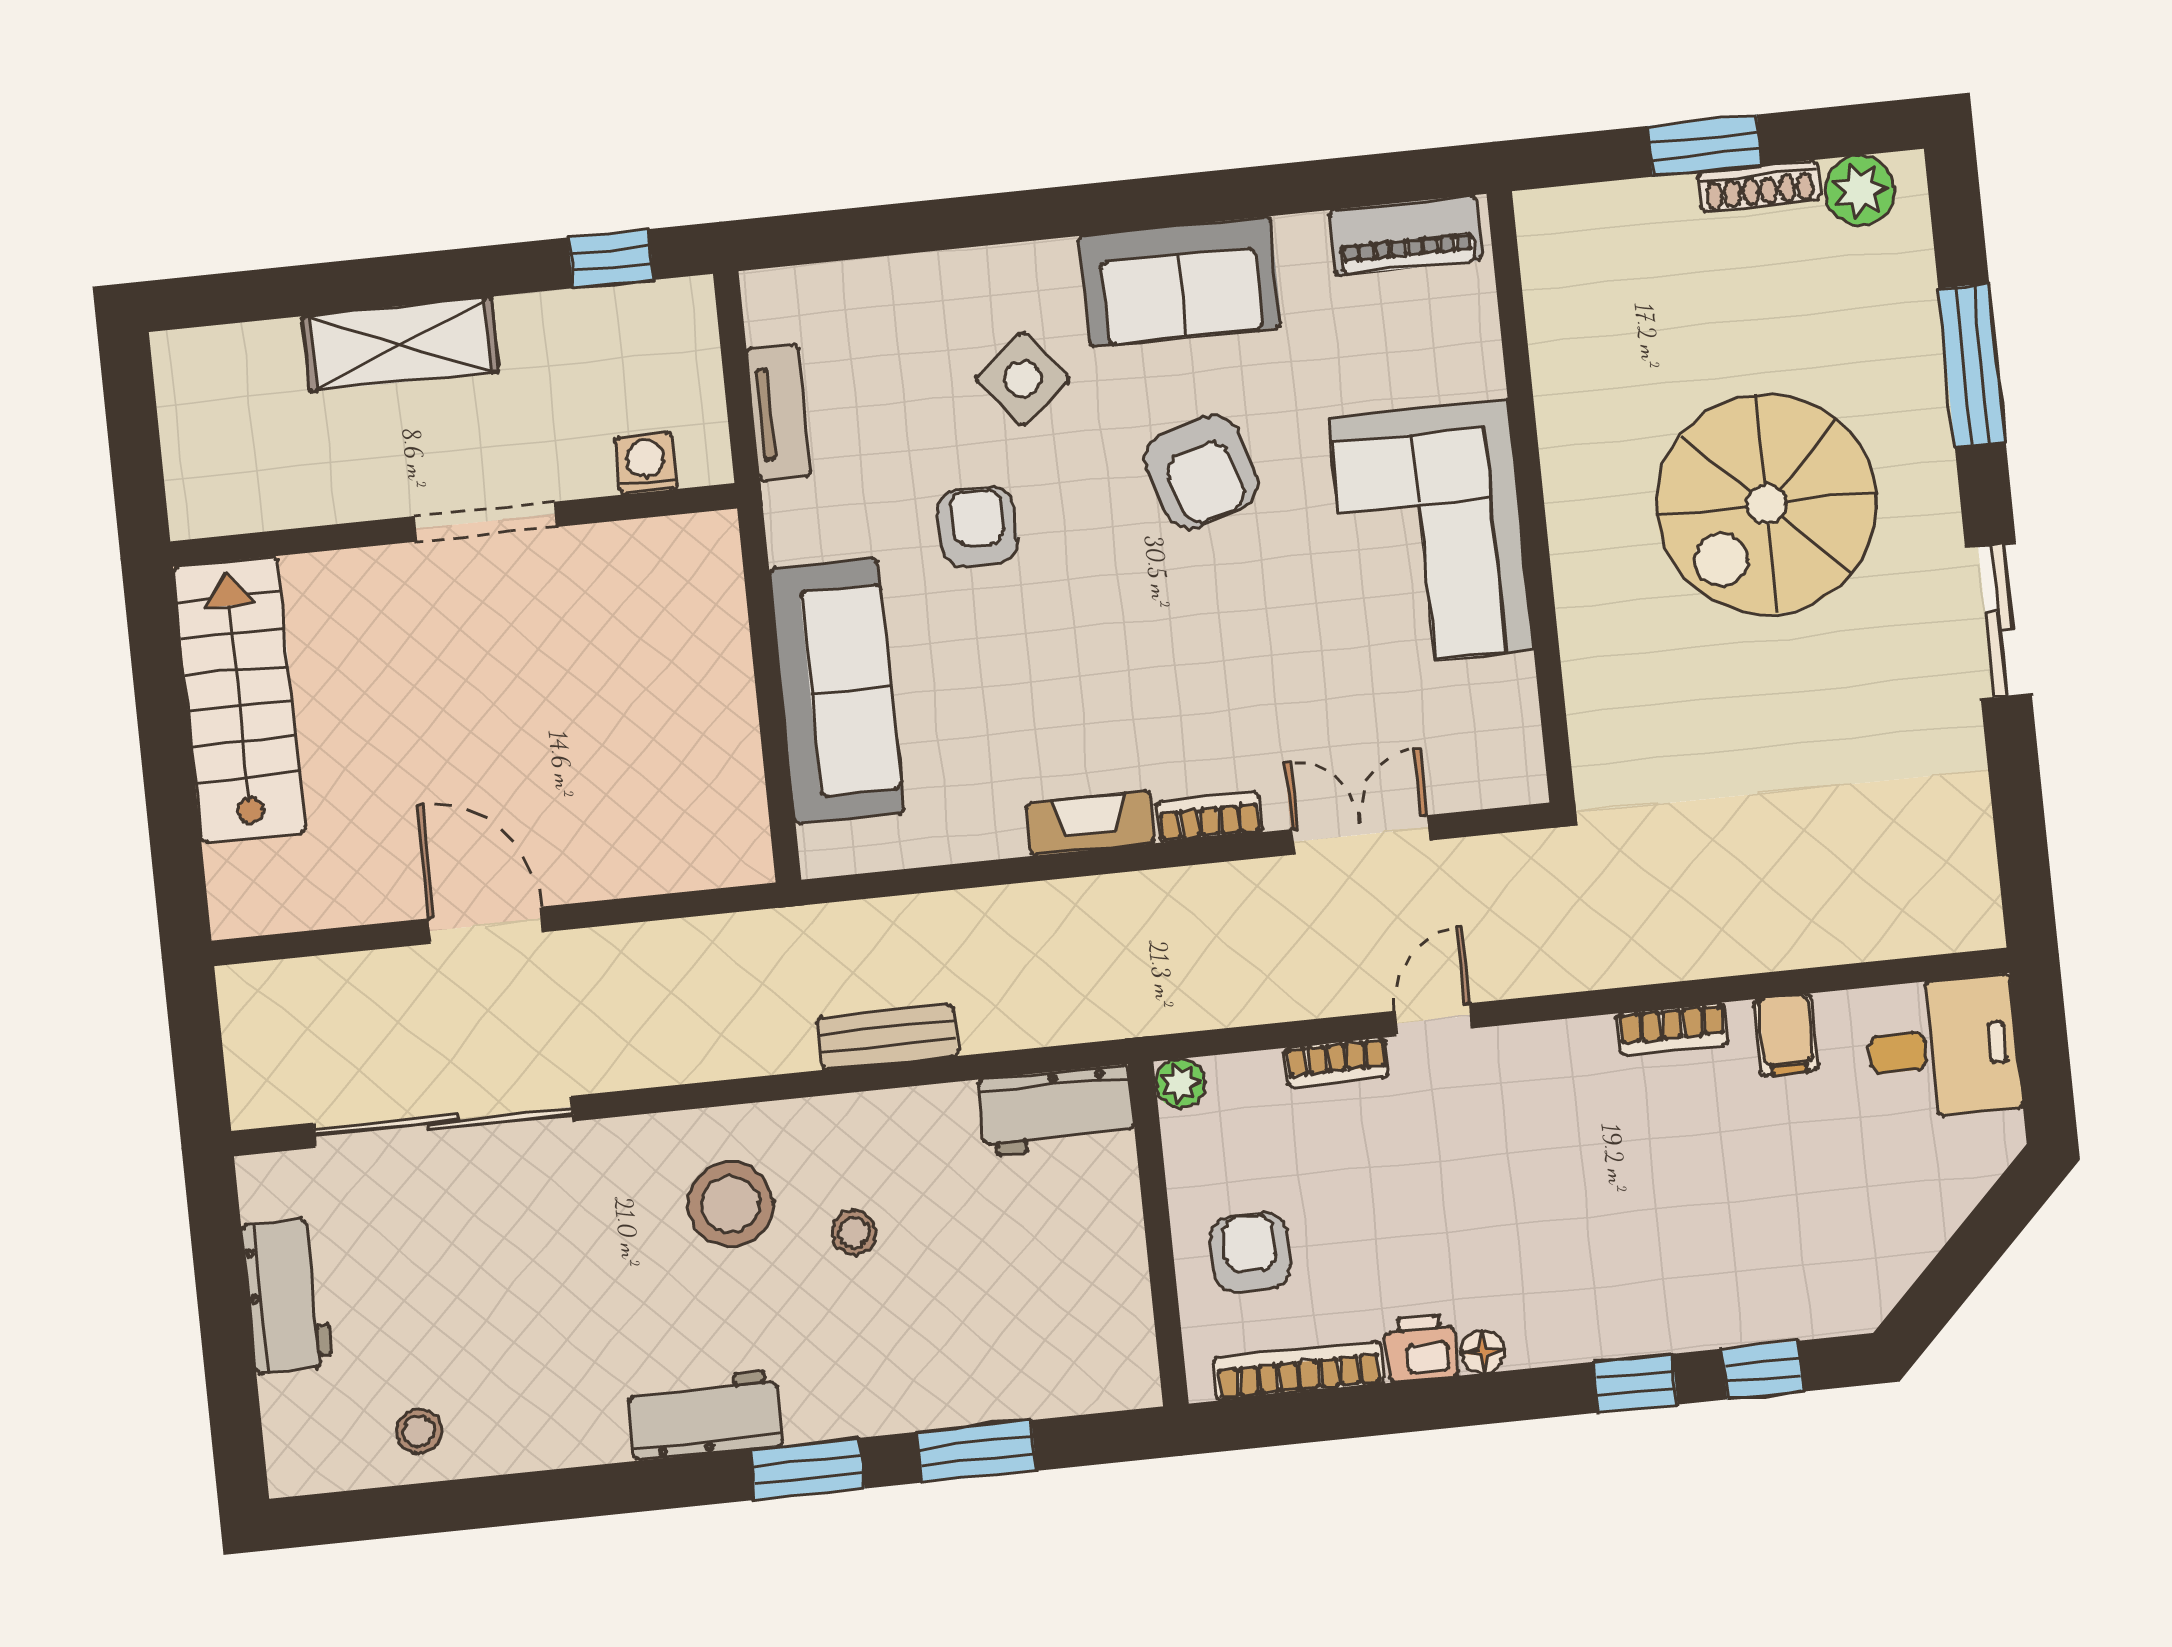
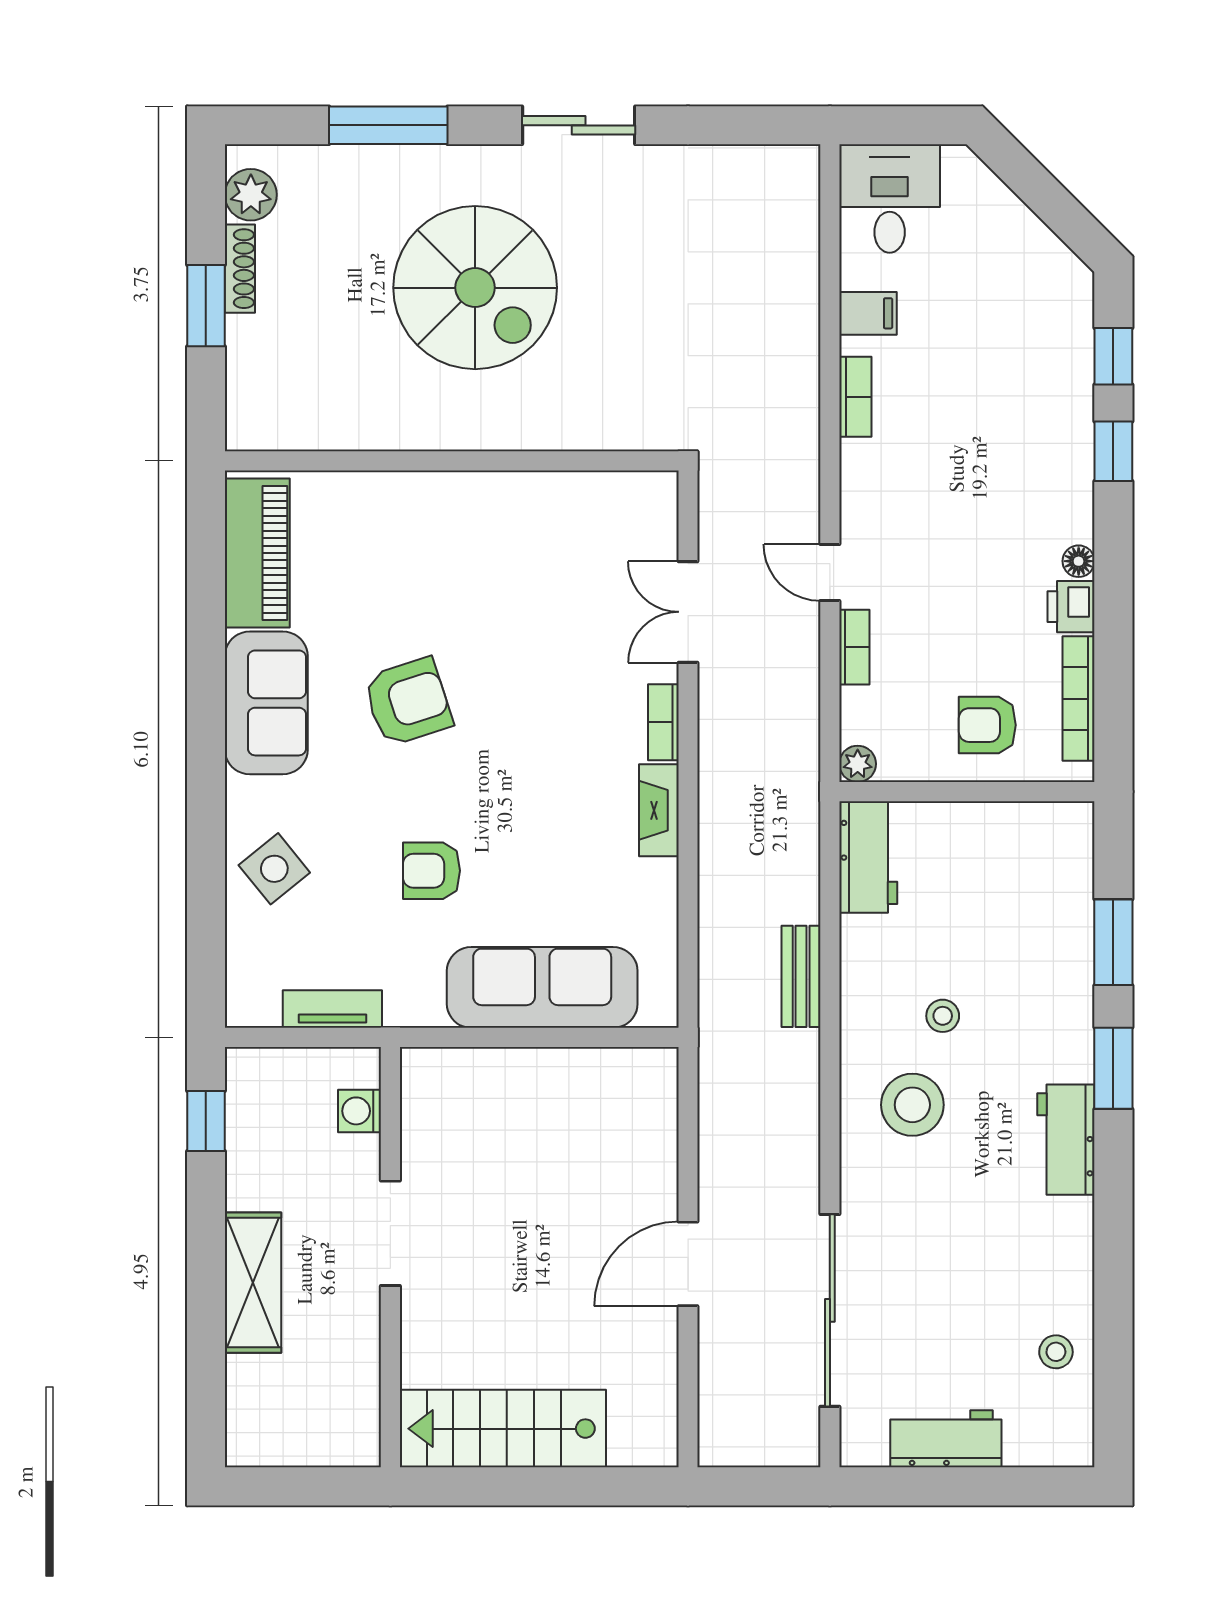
piano: (1406, 235) -> (257, 553), width x1.37, depth x1.33
side table: (1022, 379) -> (274, 869), moved
corner sofa: (1431, 534) -> (471, 537), removed

